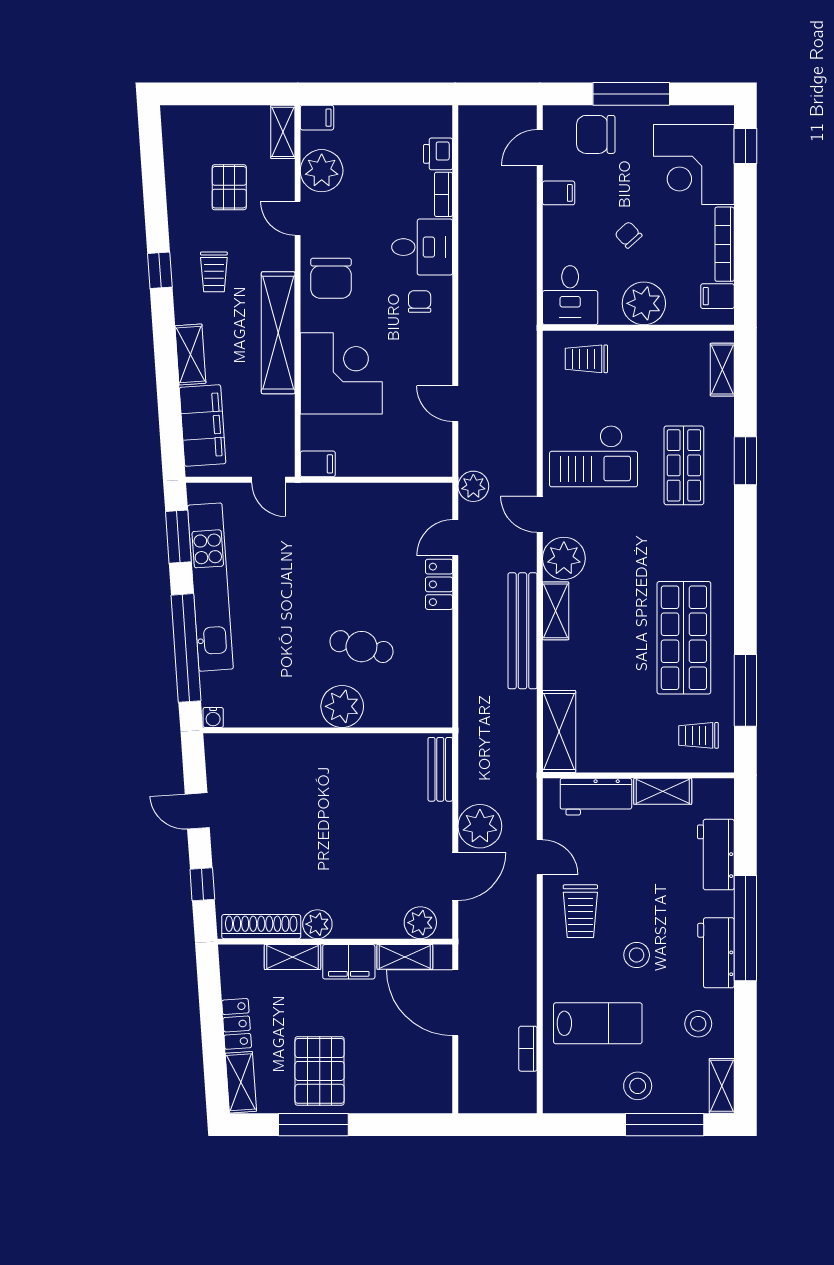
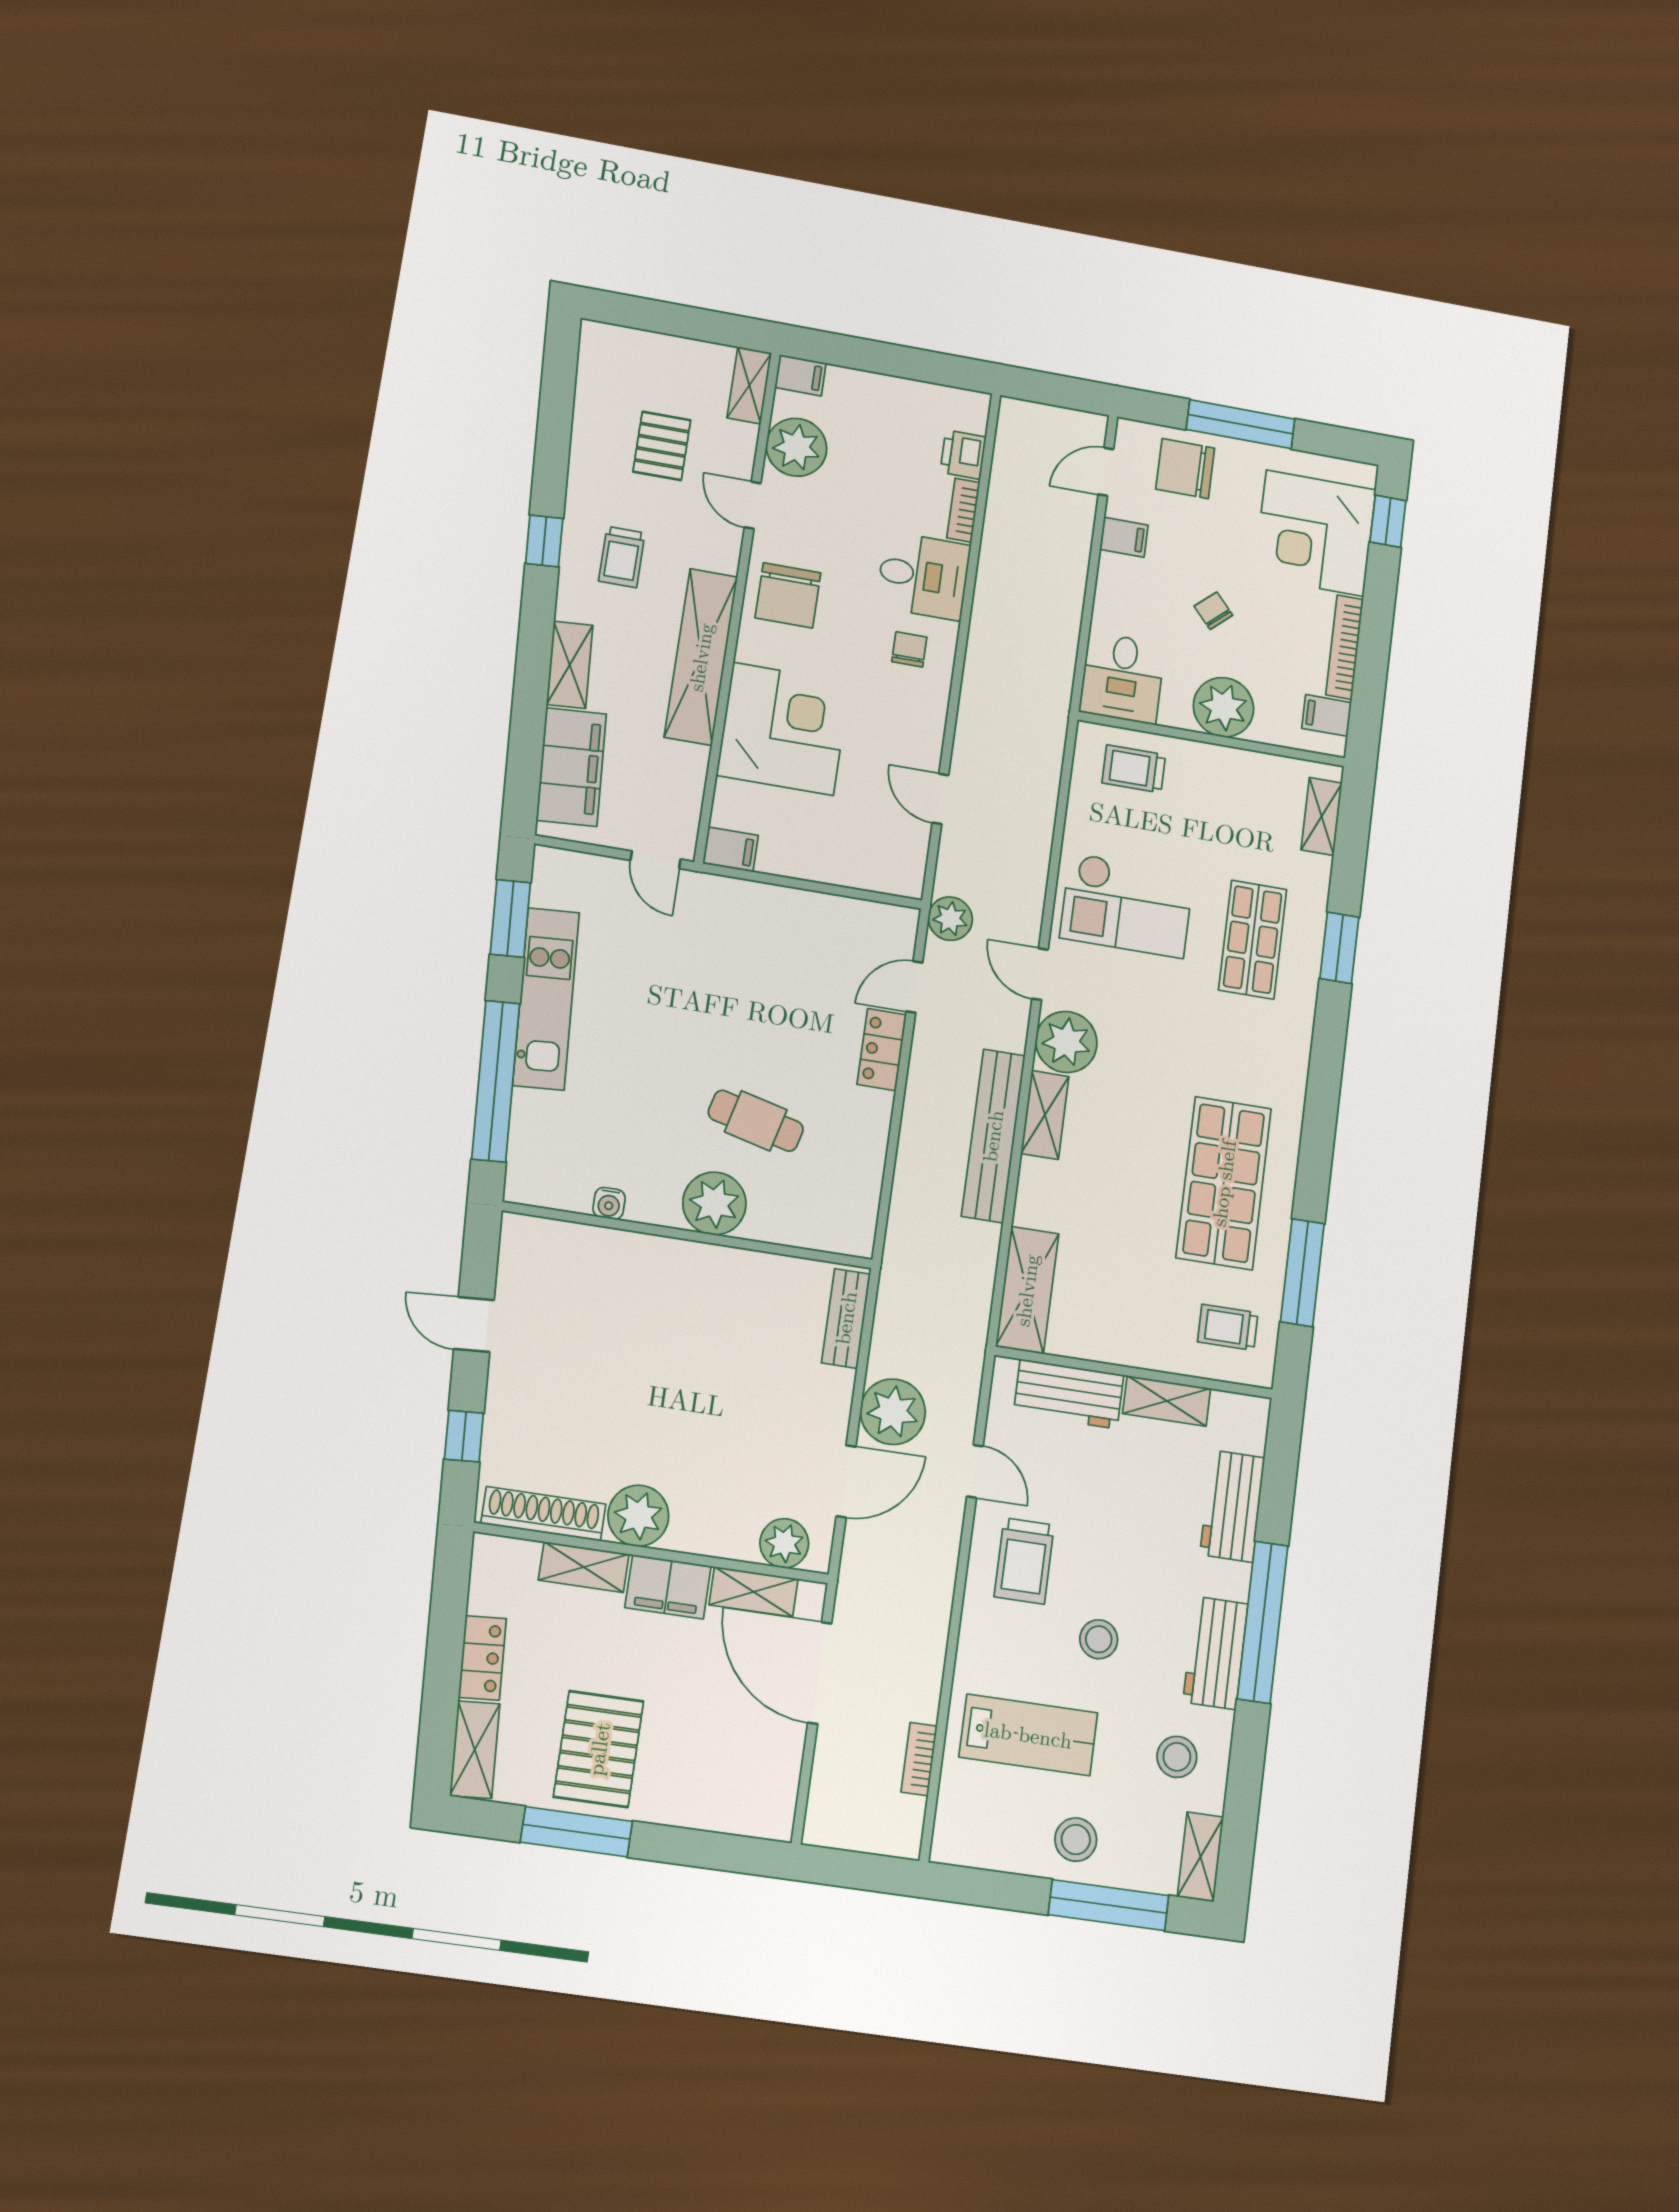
kitchen unit: (210, 587) -> (546, 999), width x0.73
water cooler: (213, 717) -> (609, 1203), moved
plant: (317, 924) -> (638, 1516), width x1.36, depth x1.36

